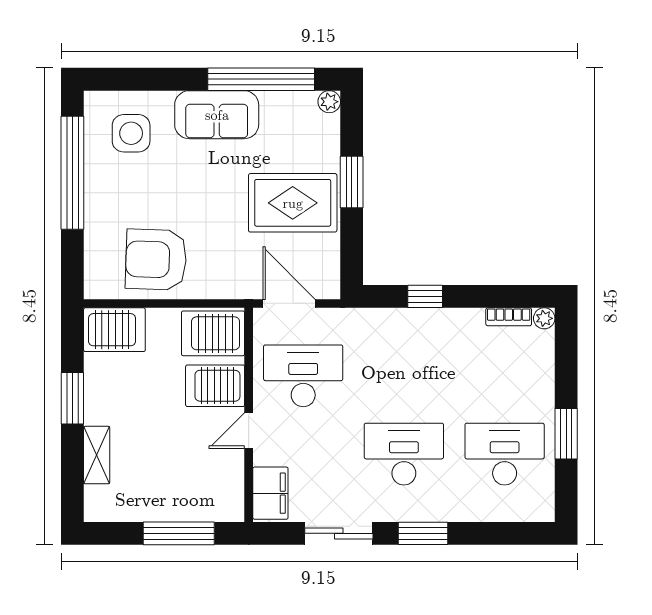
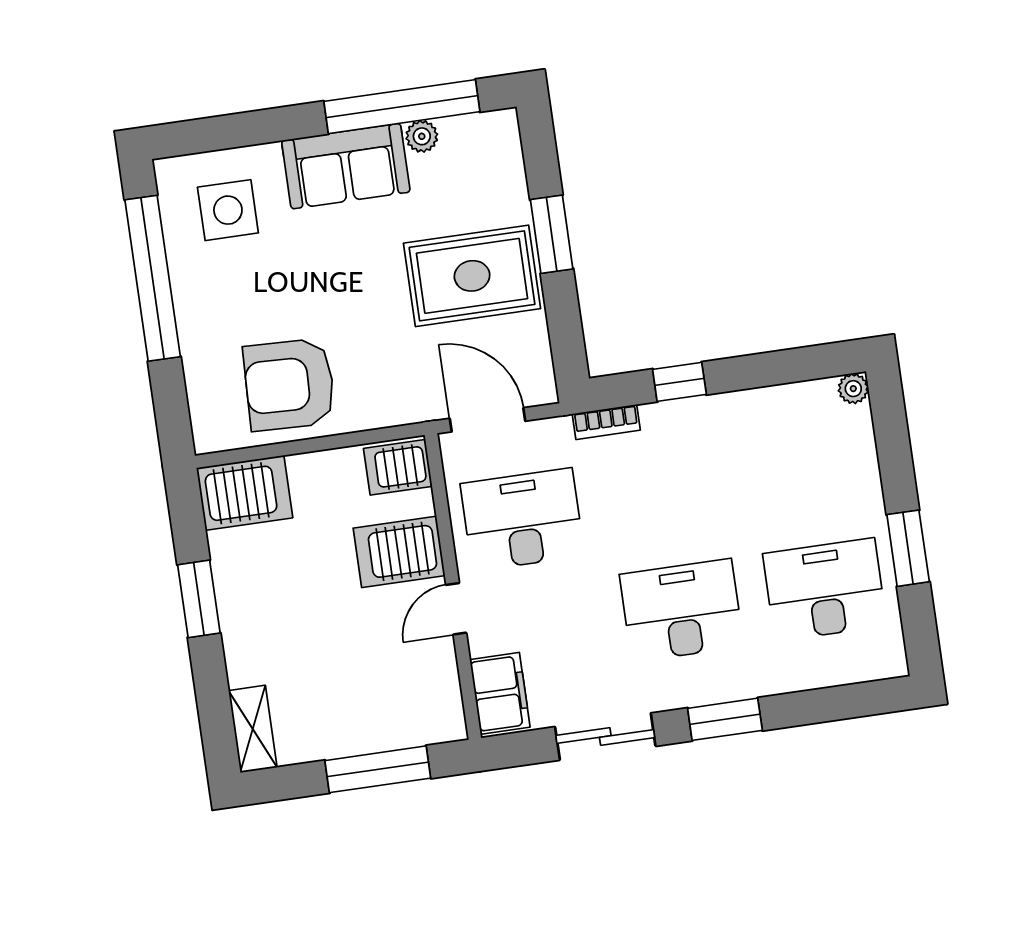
plant: (329, 102) -> (422, 136), moved
bookcase: (509, 317) -> (606, 422), moved
server rack: (213, 333) -> (398, 467), width x0.73, depth x0.70
shelving: (97, 455) -> (253, 729), moved

